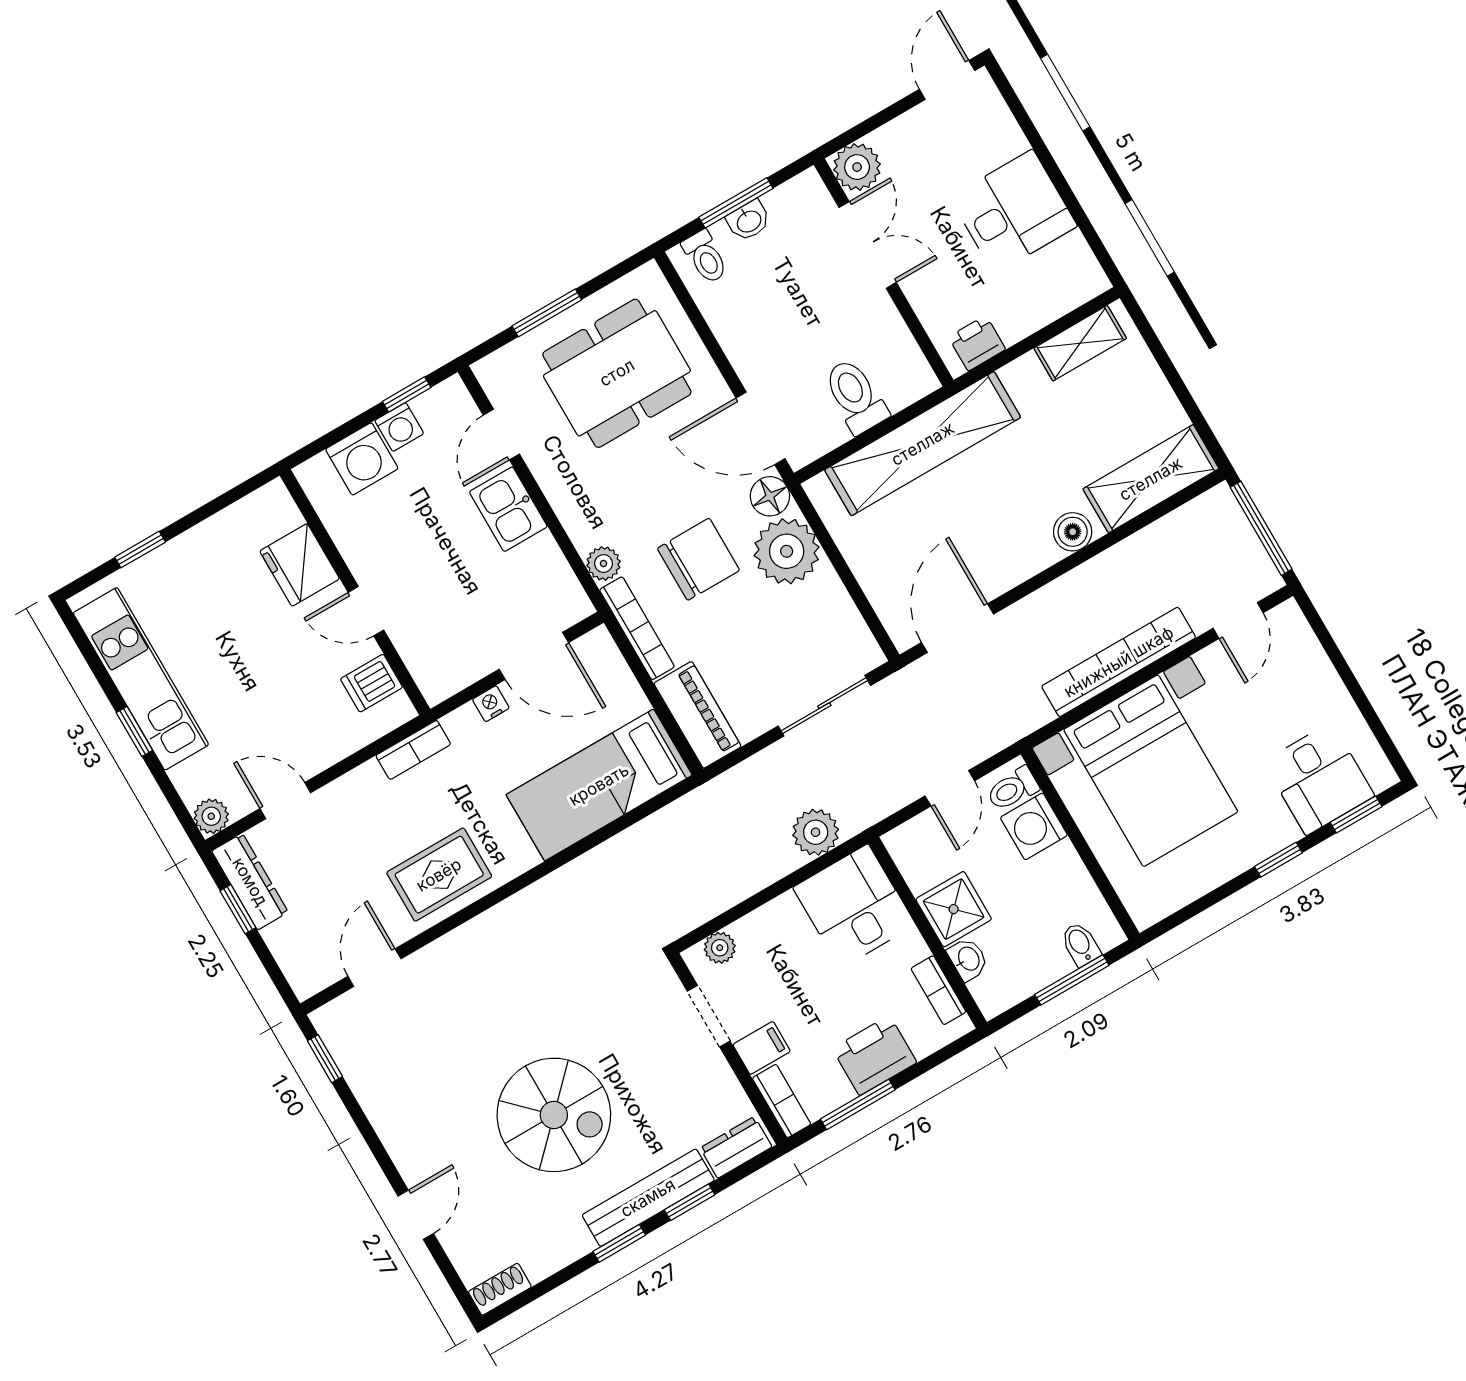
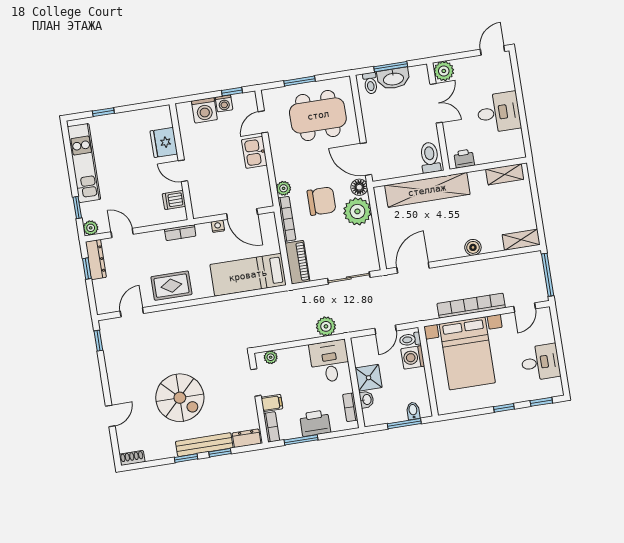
washbasin: (749, 221) -> (393, 78), width x1.91, depth x1.45
toilet: (855, 396) -> (430, 157), moved
shelving: (1151, 479) -> (521, 240), width x0.67, depth x0.75
window: (134, 731) -> (77, 207), moved
desk: (1319, 779) -> (540, 362), moved, turned -90

